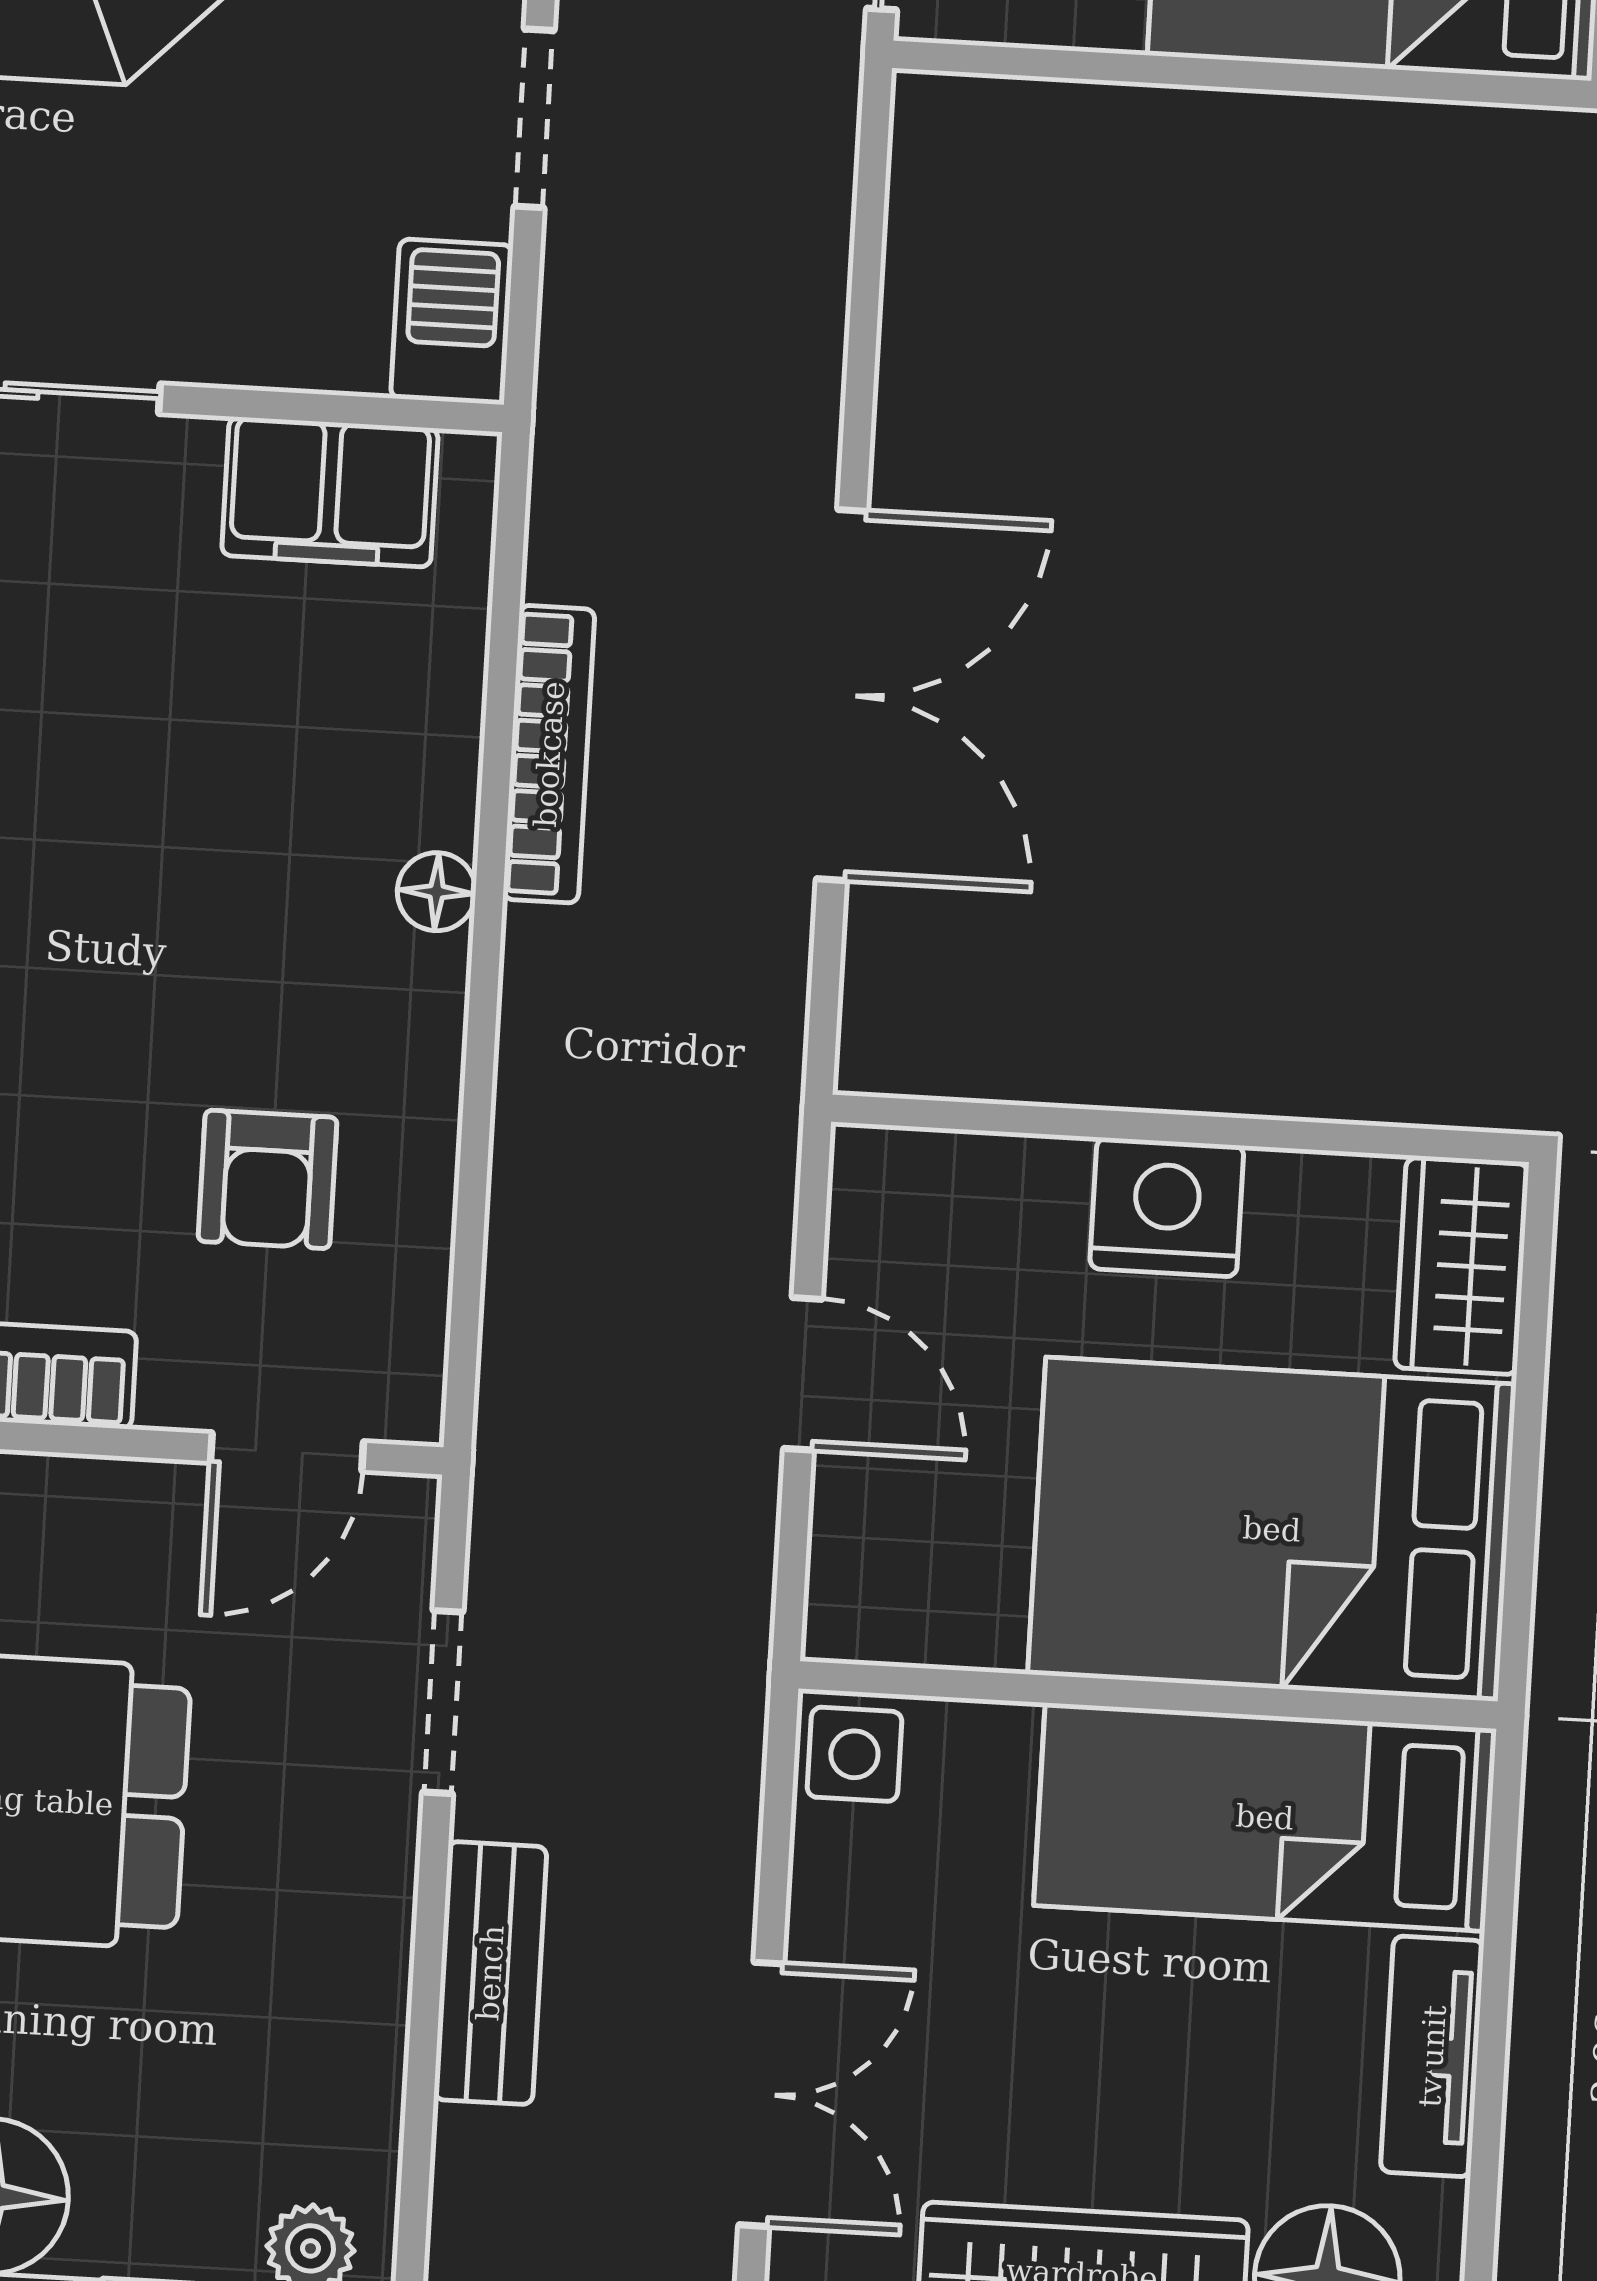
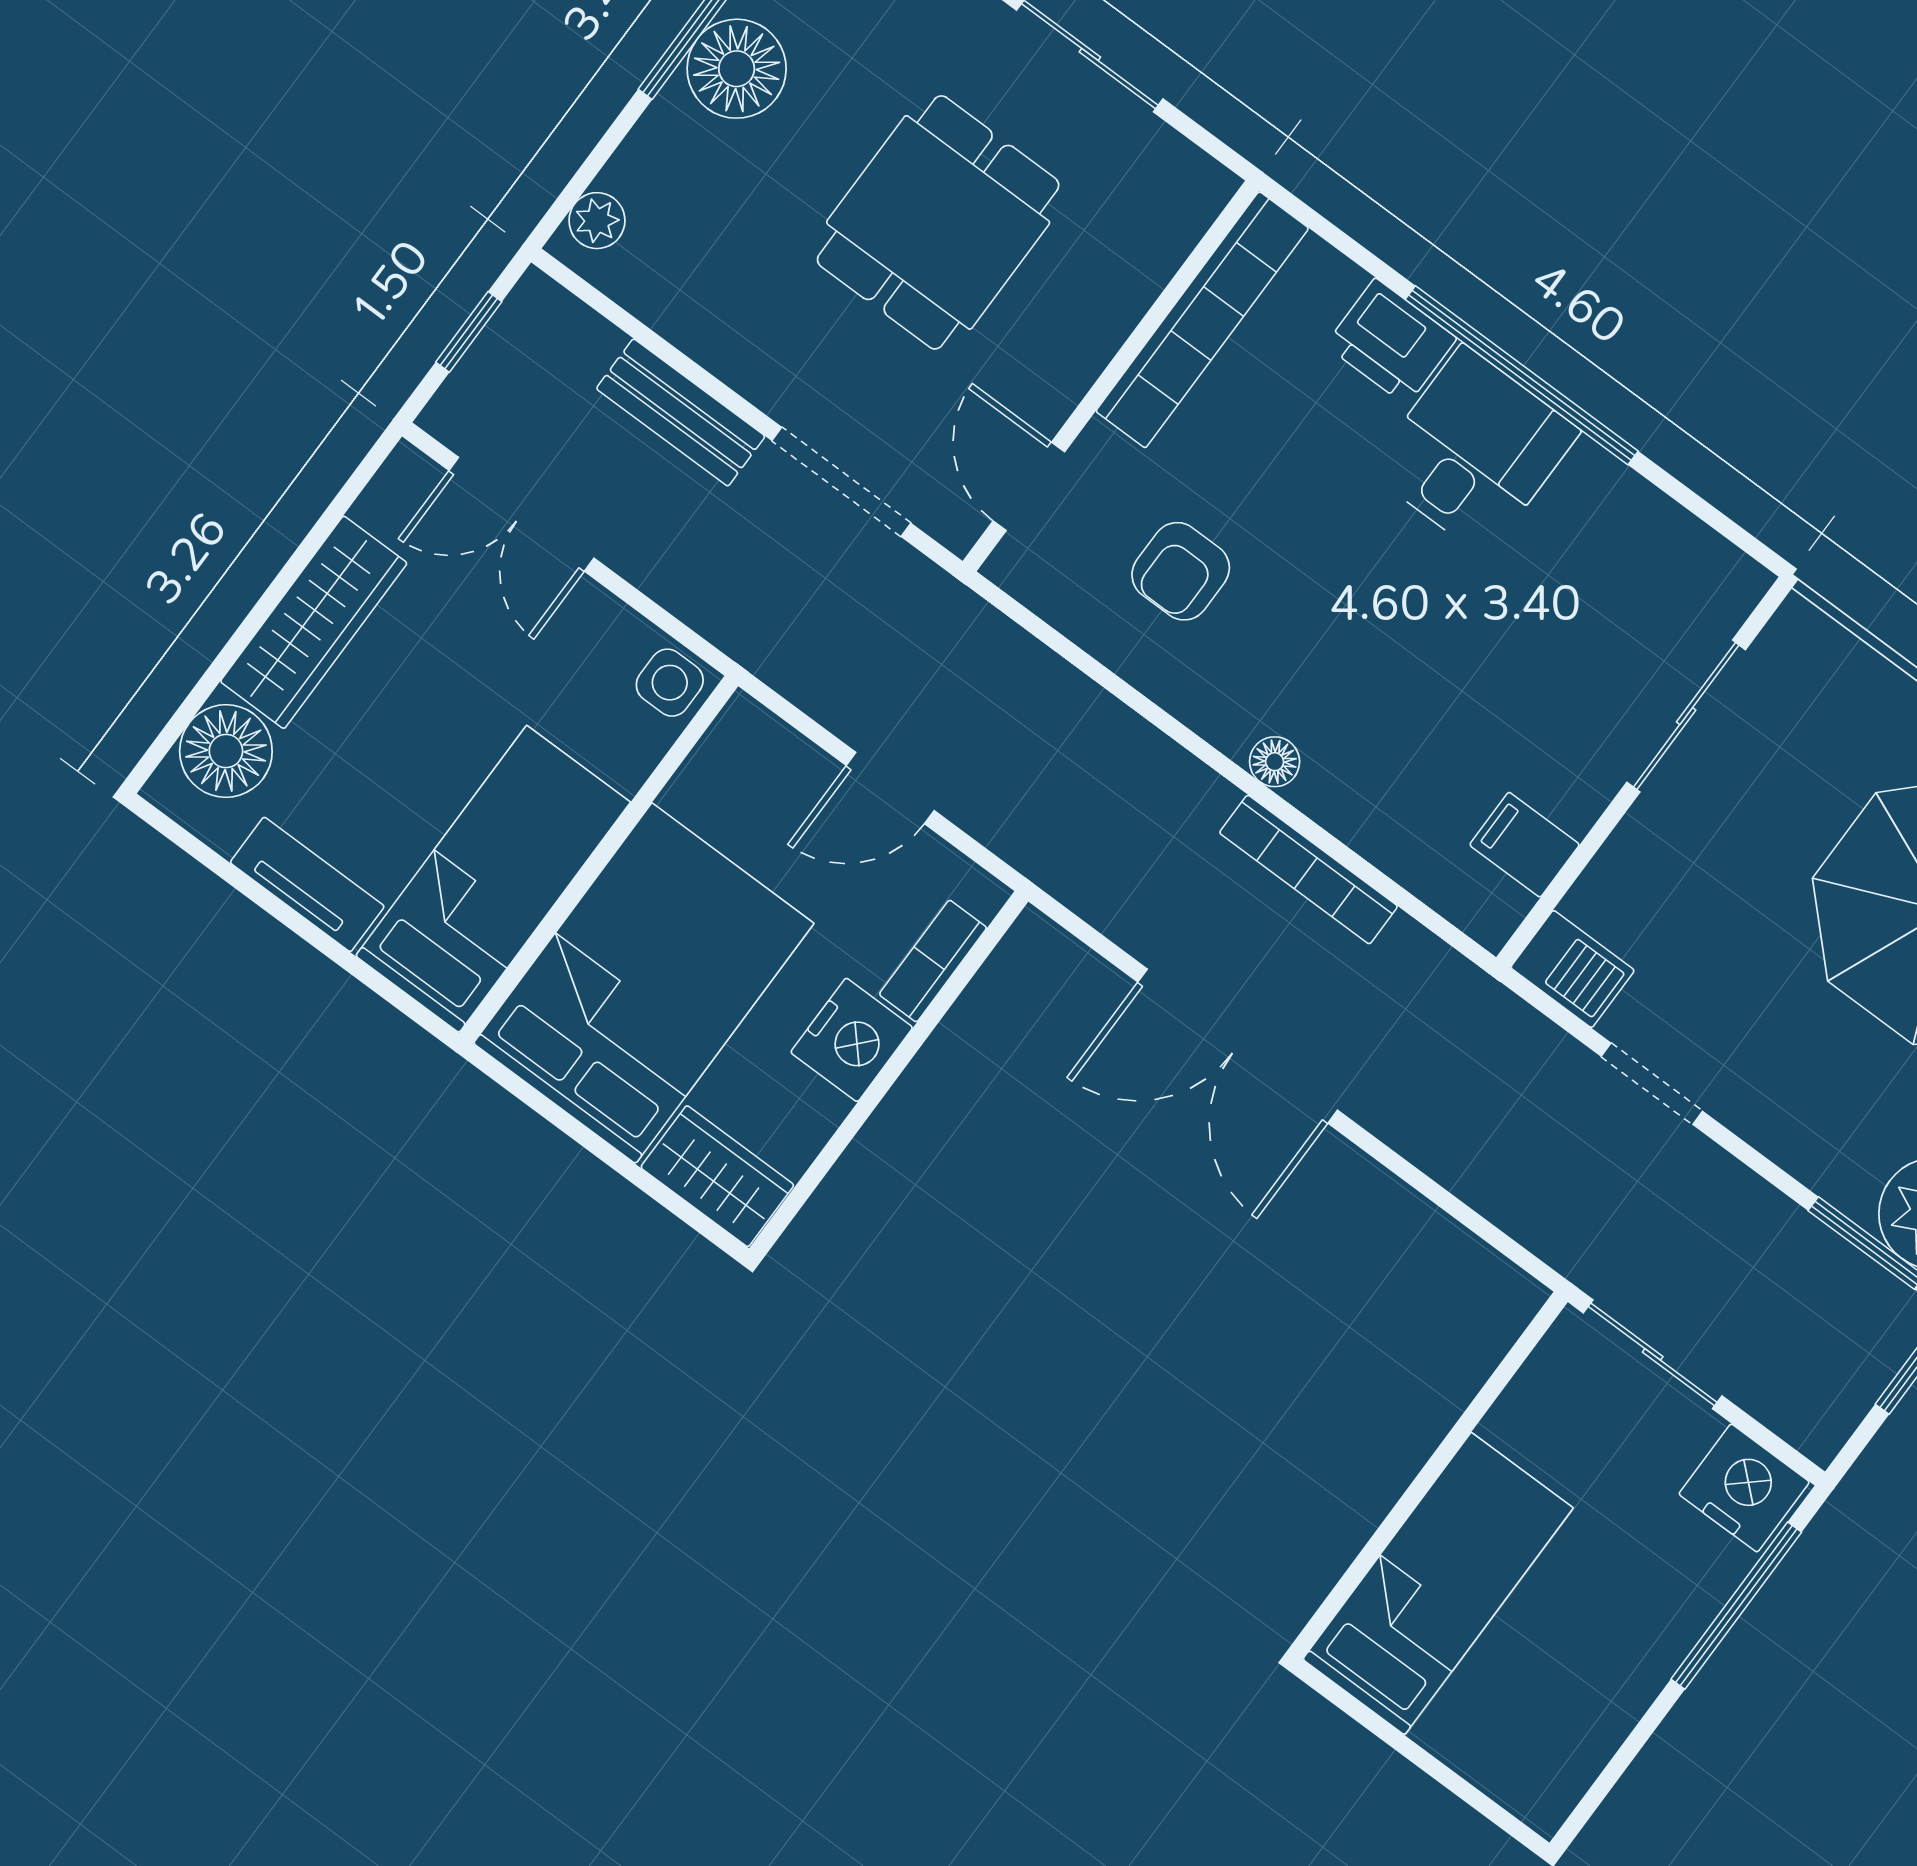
filing cabinet: (330, 492) -> (1525, 845), width x0.50
bookcase: (993, 1168) -> (933, 961), added
armchair: (268, 1179) -> (1181, 571), turned -90
doorway: (443, 1702) -> (841, 482), width x1.38

